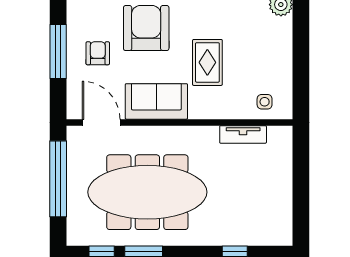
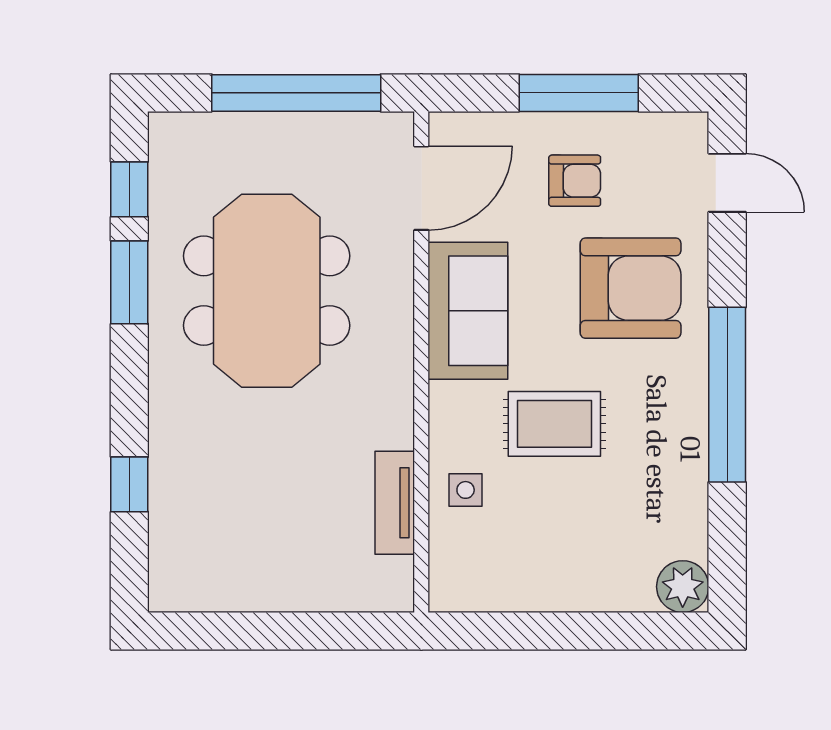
side table: (265, 102) -> (466, 490), moved
meeting table: (147, 192) -> (267, 291), width x0.73

